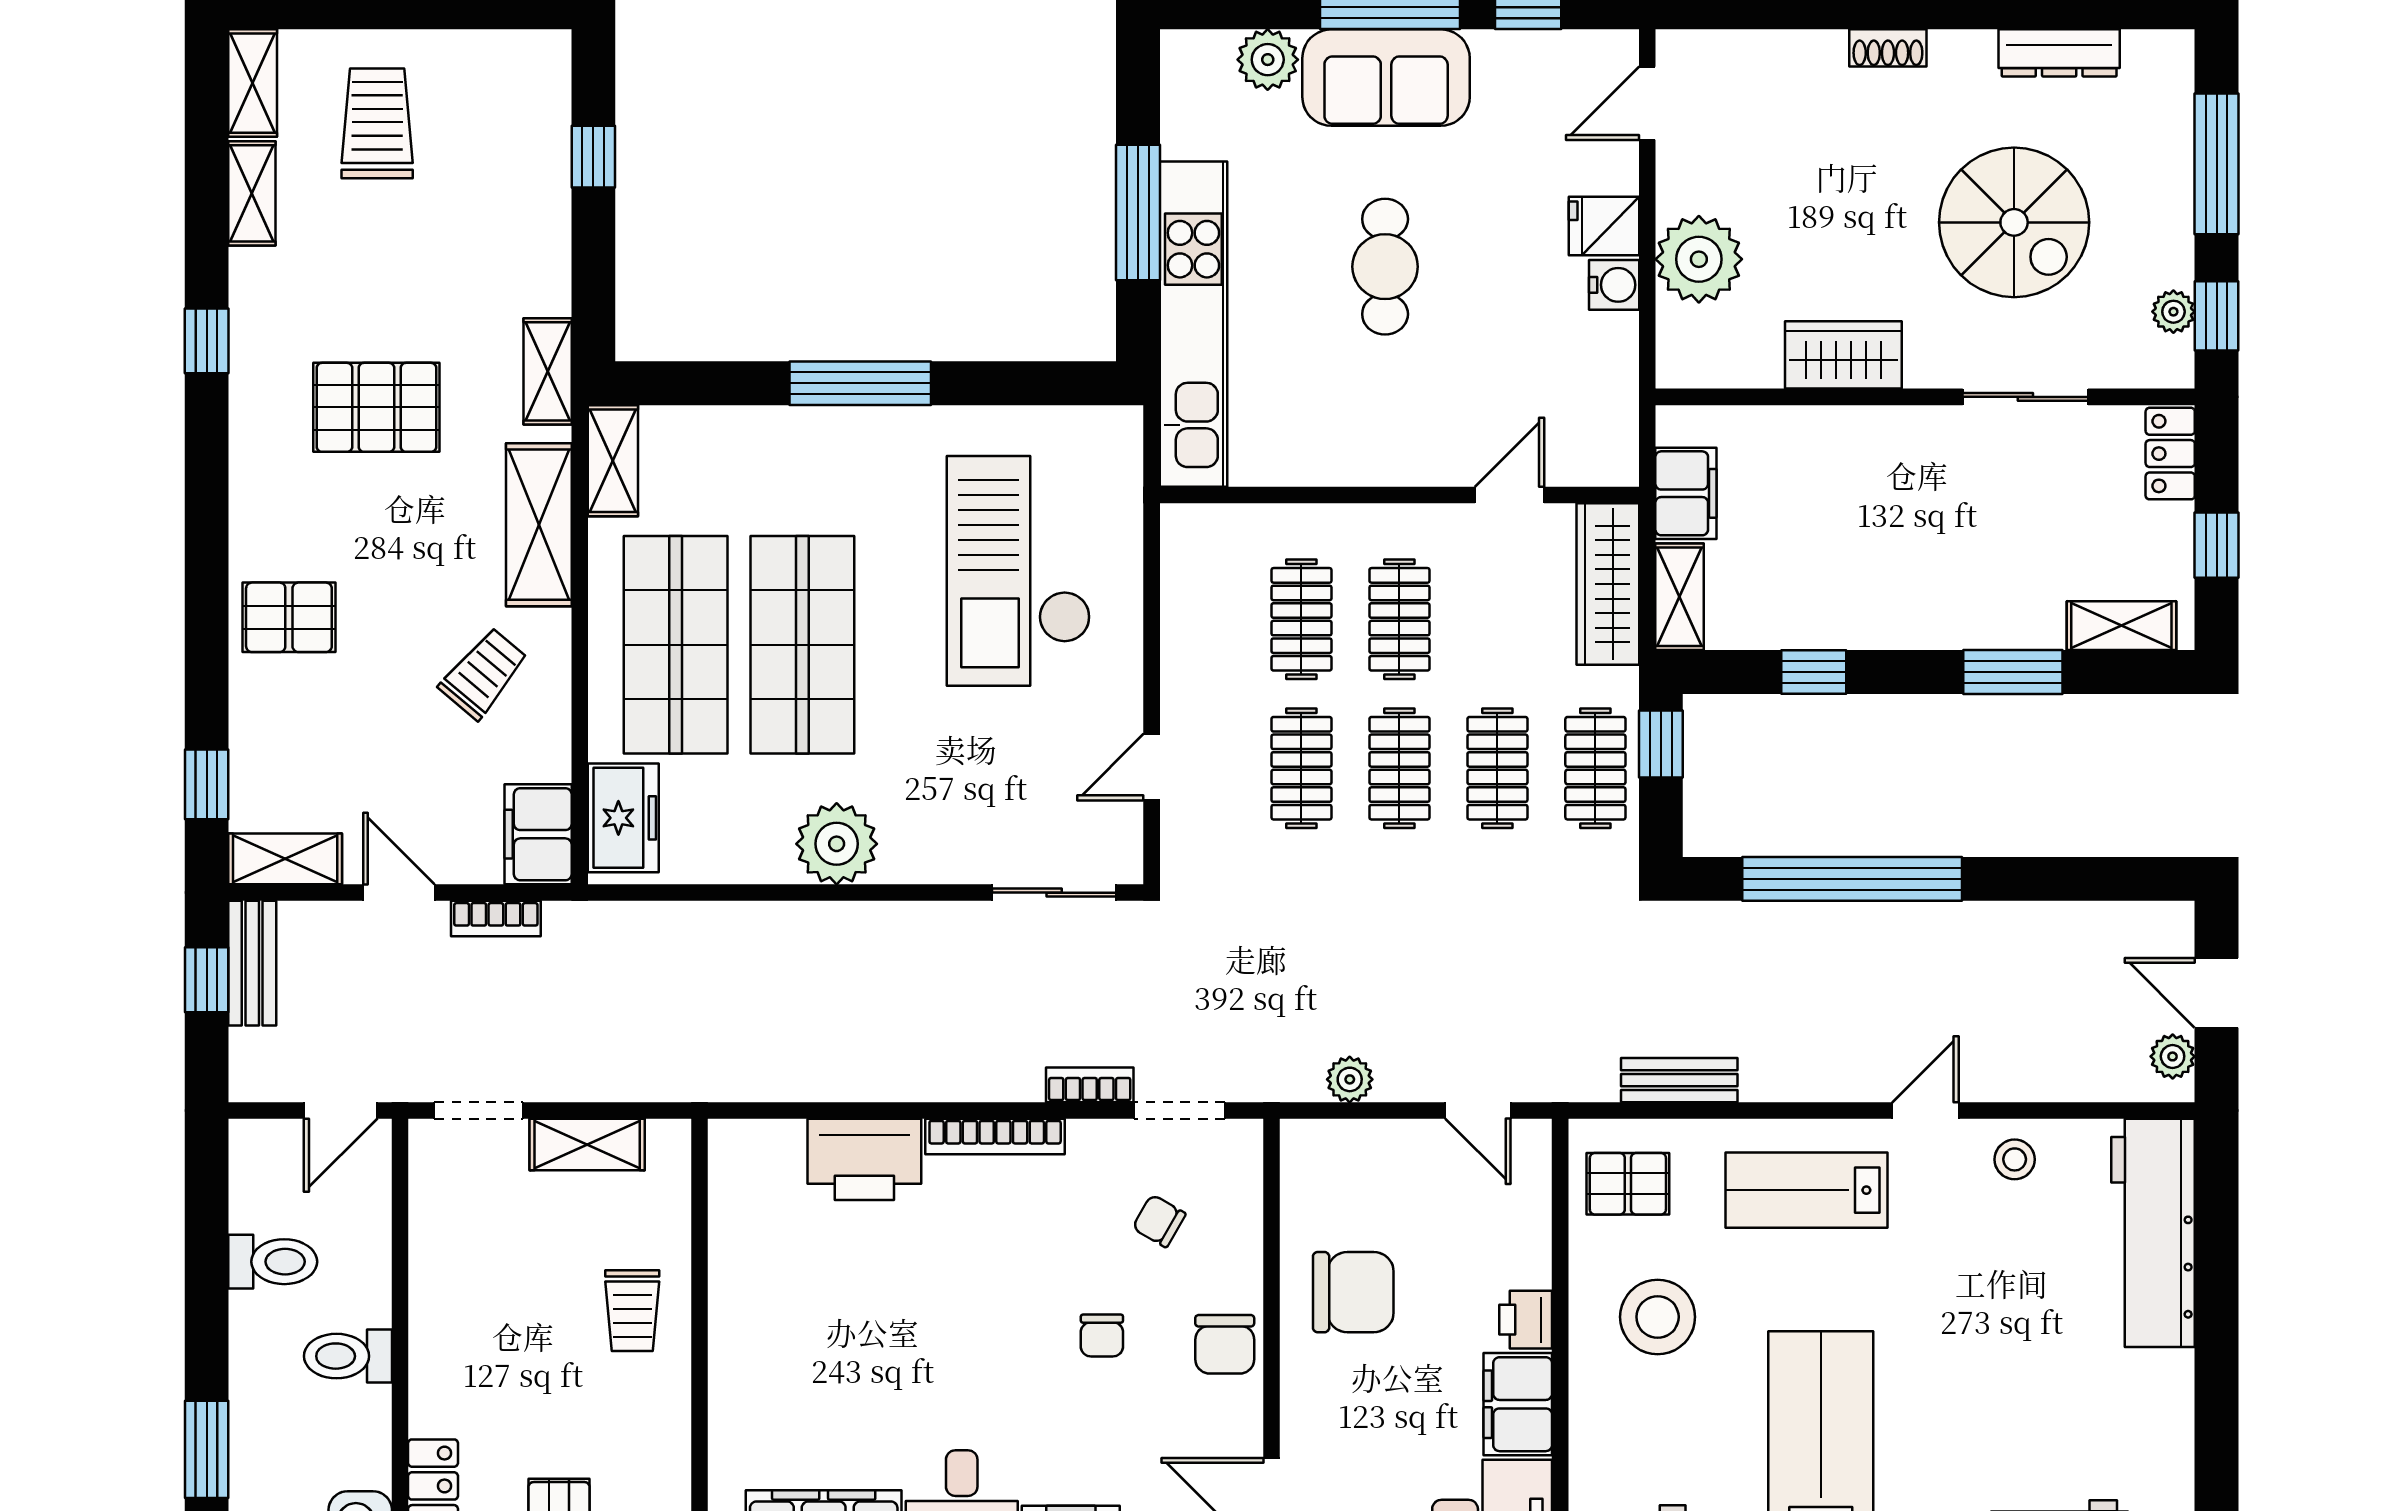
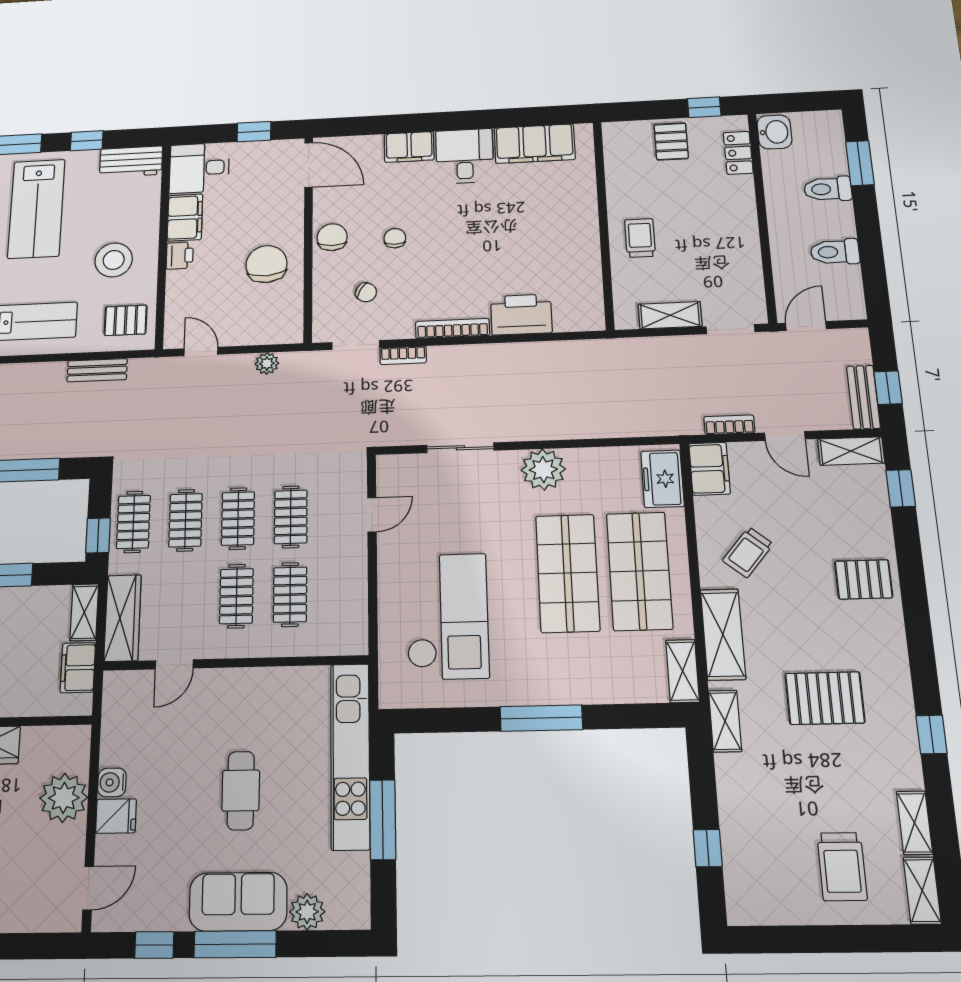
sliding door: (1054, 893) -> (460, 448), moved
chair: (1353, 1292) -> (266, 264), turned 86
toilet: (348, 1356) -> (828, 189), moved, turned 180

